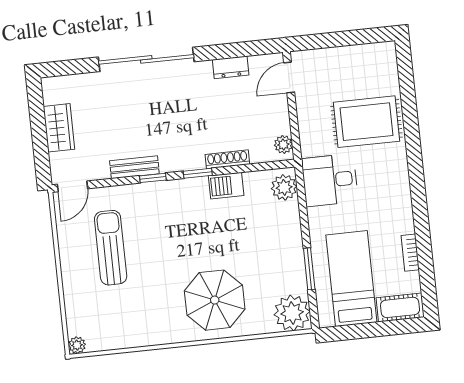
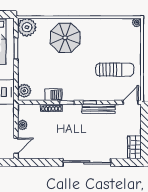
dresser: (231, 67) -> (45, 154), removed
wardrobe: (59, 128) -> (134, 147), moved
plant: (283, 145) -> (22, 125), moved
bench: (134, 167) -> (99, 109), width x1.36
sun lounger: (111, 248) -> (115, 70), turned -90

